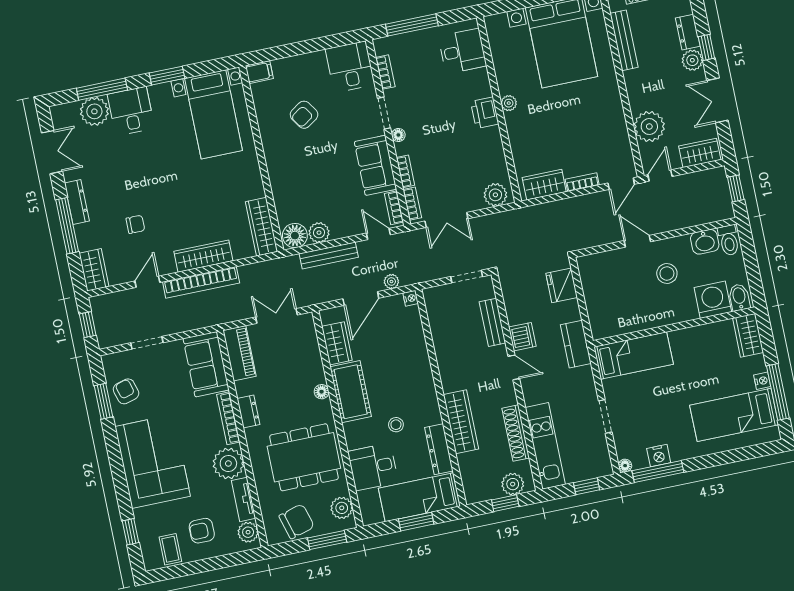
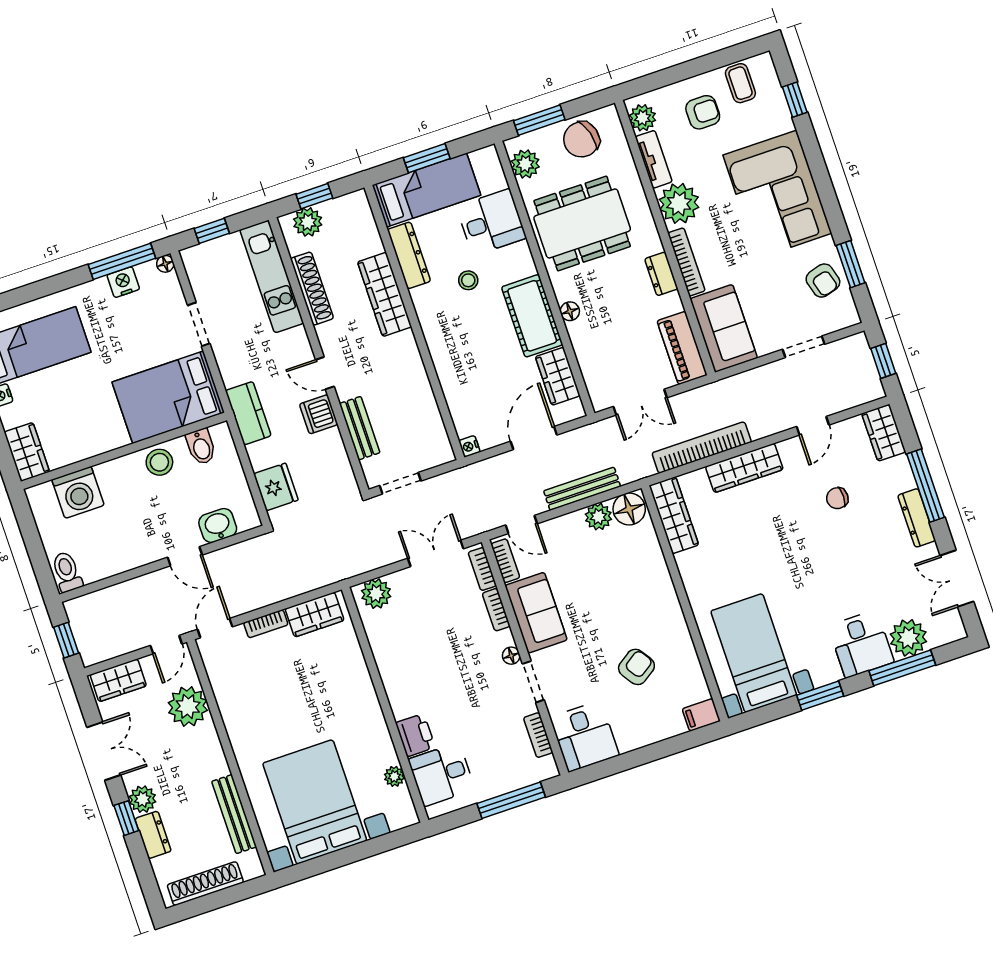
plant: (509, 103) -> (394, 776), moved
printer: (485, 113) -> (415, 735), moved
washbasin: (705, 242) -> (218, 526), moved
stool: (667, 274) -> (159, 462), moved
bookcase: (201, 282) -> (702, 448), moved
plant: (391, 282) -> (497, 465), removed
bidet: (739, 297) -> (201, 447), moved
bed: (634, 356) -> (168, 397), width x1.50

